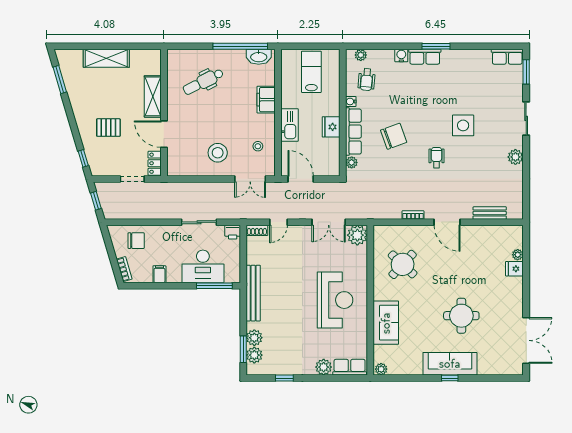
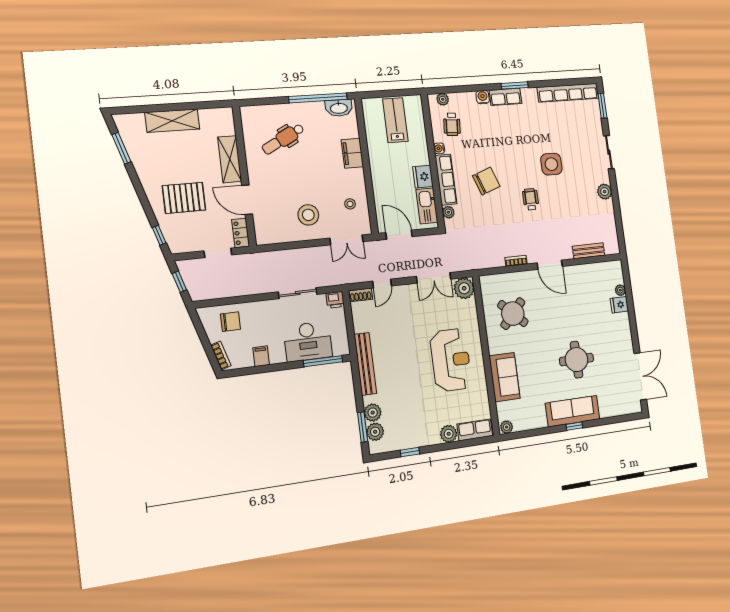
row of seats: (507, 57) -> (568, 93), width x2.02
kitchen sink: (289, 125) -> (427, 206), moved, turned 180
pallet: (108, 128) -> (184, 198), width x1.50, depth x1.42

